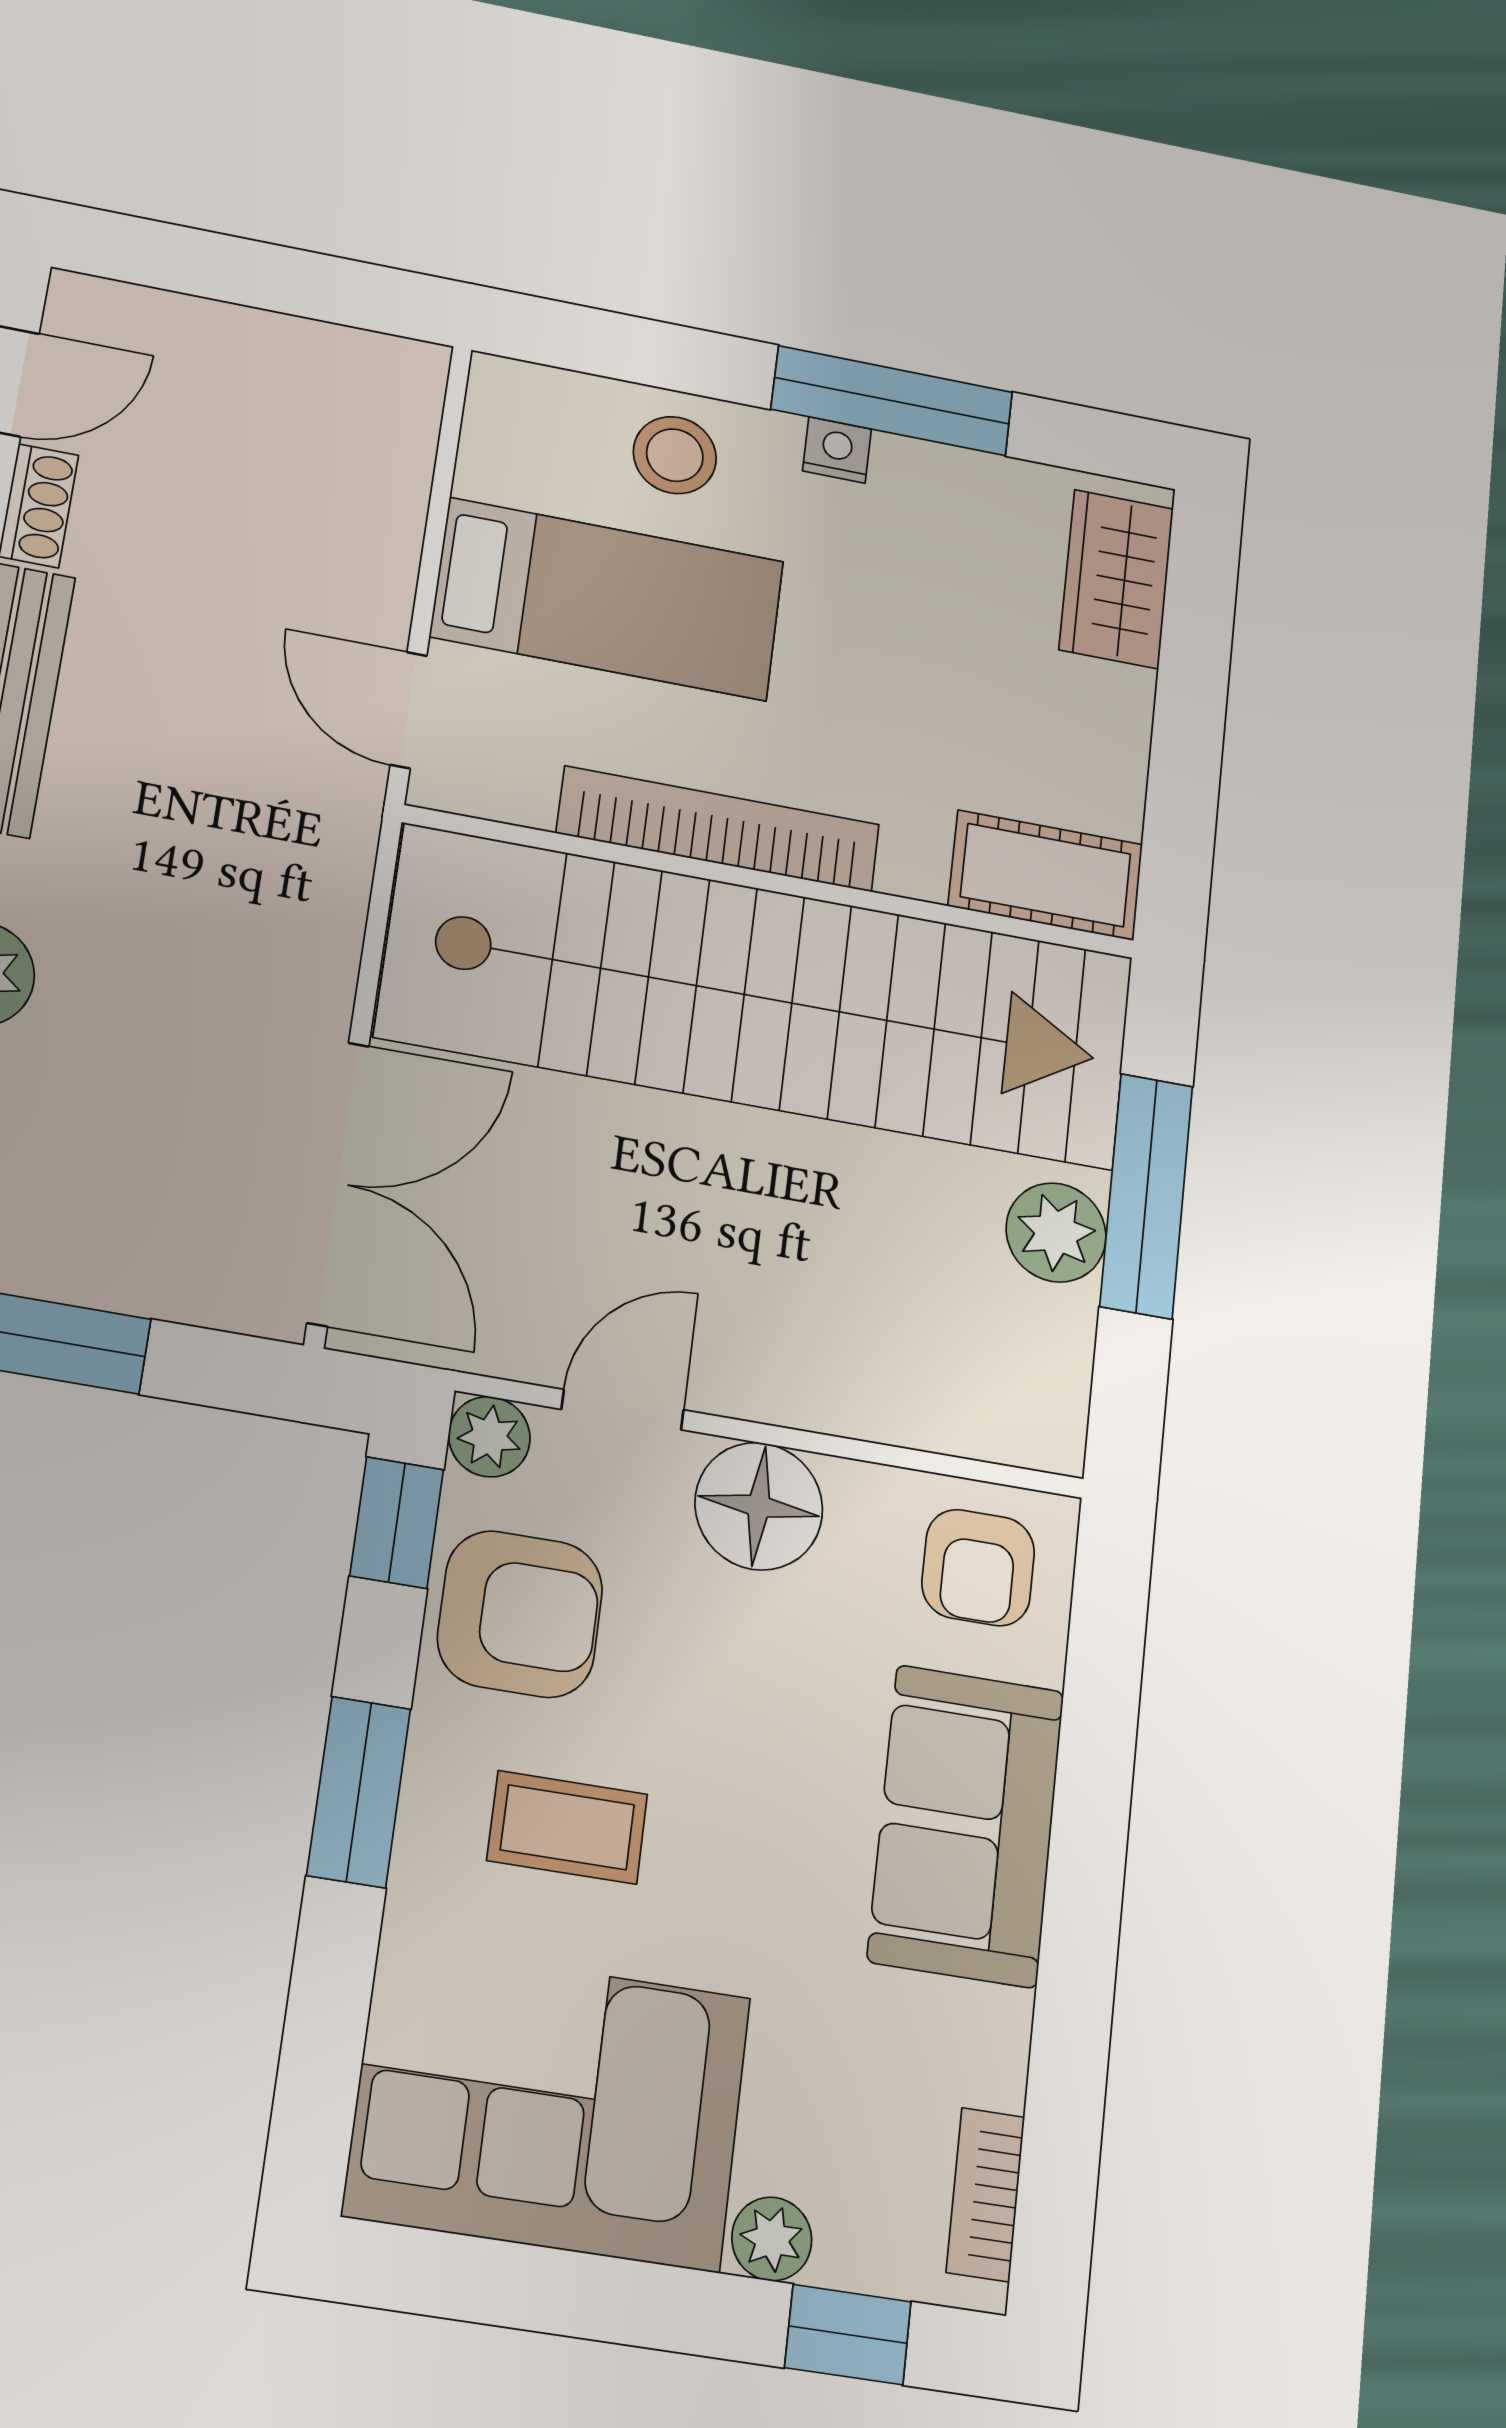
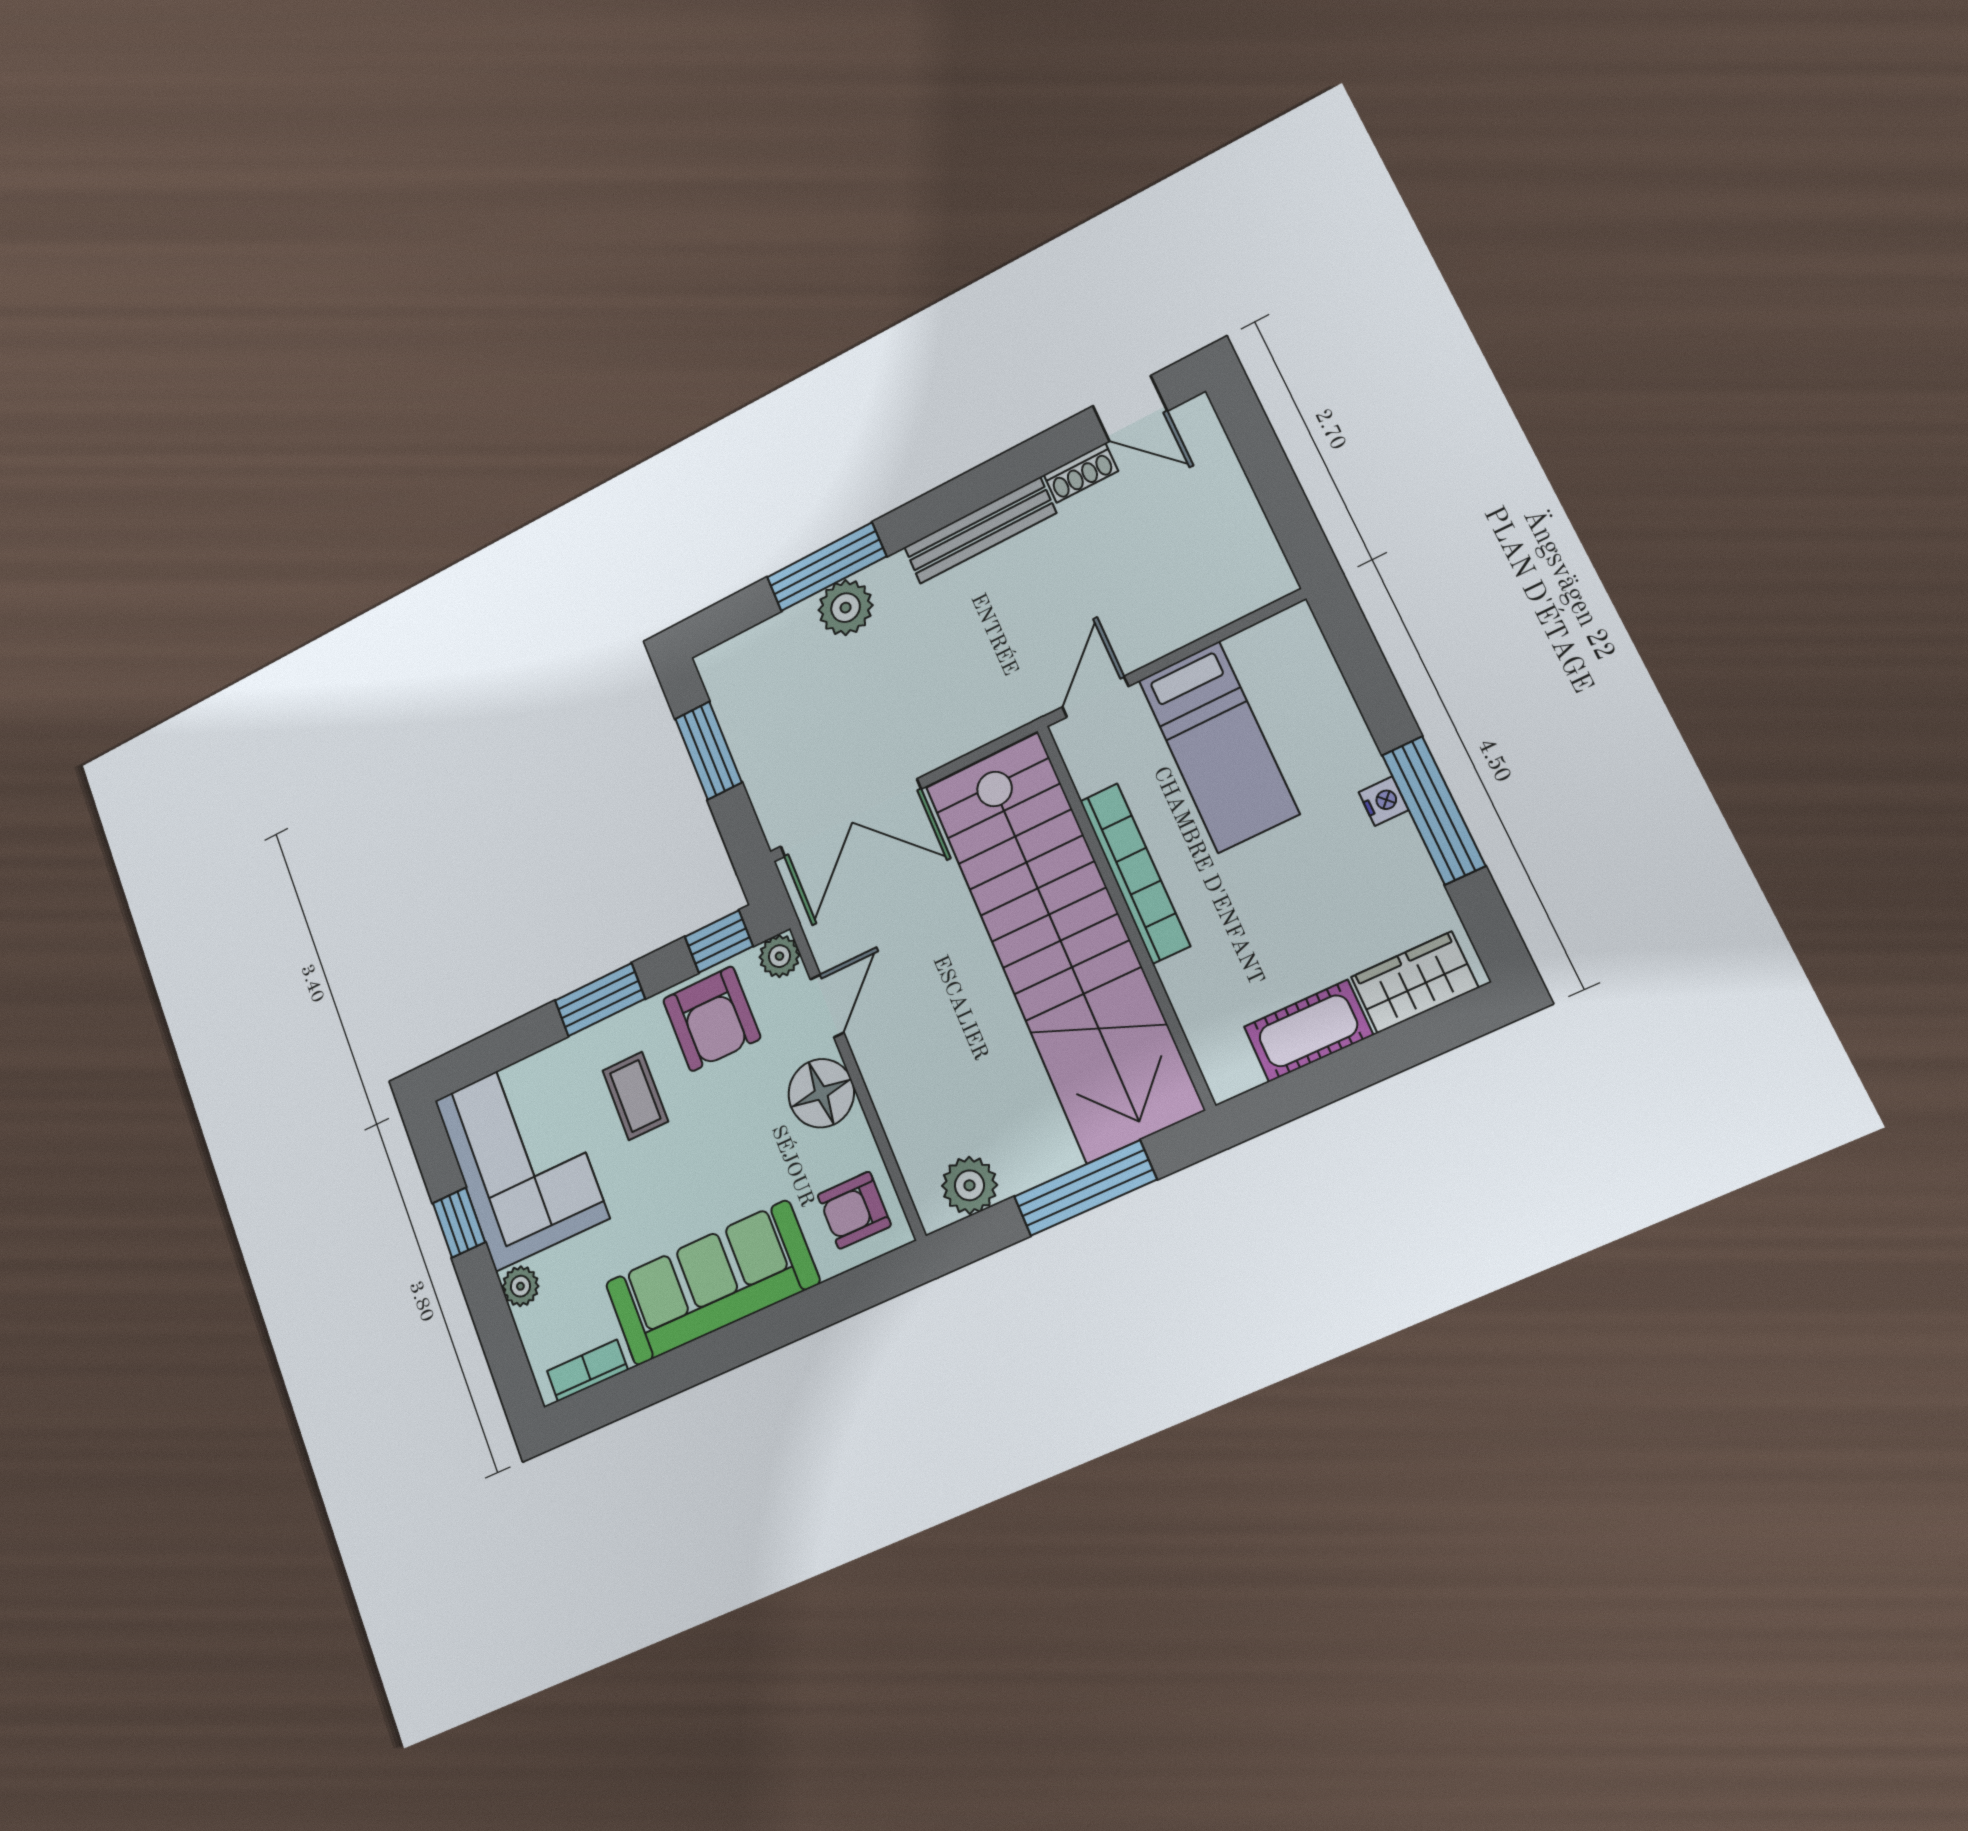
stool: (675, 455) -> (1321, 727), removed
cot: (1046, 875) -> (1308, 1031), moved, turned 90
plant: (1056, 1232) -> (969, 1185), moved
door: (623, 1410) -> (827, 1006), hinge flipped
sofa: (966, 1825) -> (712, 1283), width x1.36
window: (848, 2335) -> (459, 1223), moved

